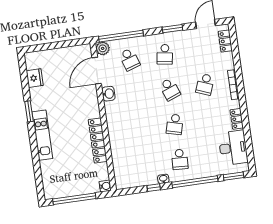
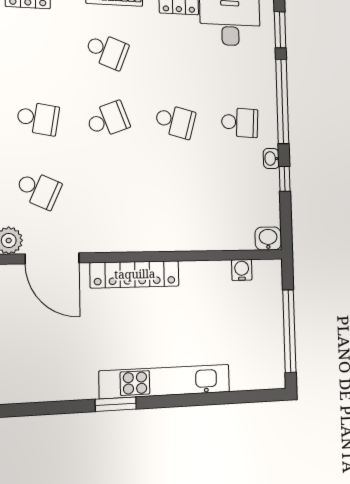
school desk: (129, 59) -> (38, 190), turned 42
fridge: (35, 78) -> (50, 386), removed
washbasin: (108, 94) -> (268, 239), moved
kitchen unit: (42, 135) -> (165, 381), width x1.36
locker: (98, 140) -> (135, 274), moved
water cooler: (105, 186) -> (242, 270), moved

